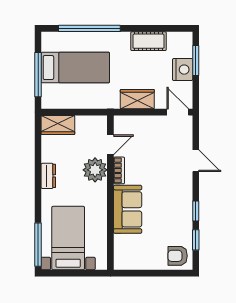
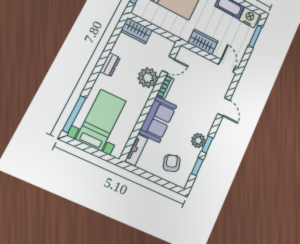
nightstand: (183, 70) -> (249, 17), moved, turned -90
plant: (184, 211) -> (198, 141), added
tv unit: (120, 252) -> (136, 150), added
armchair: (178, 256) -> (172, 163), moved, turned 73

